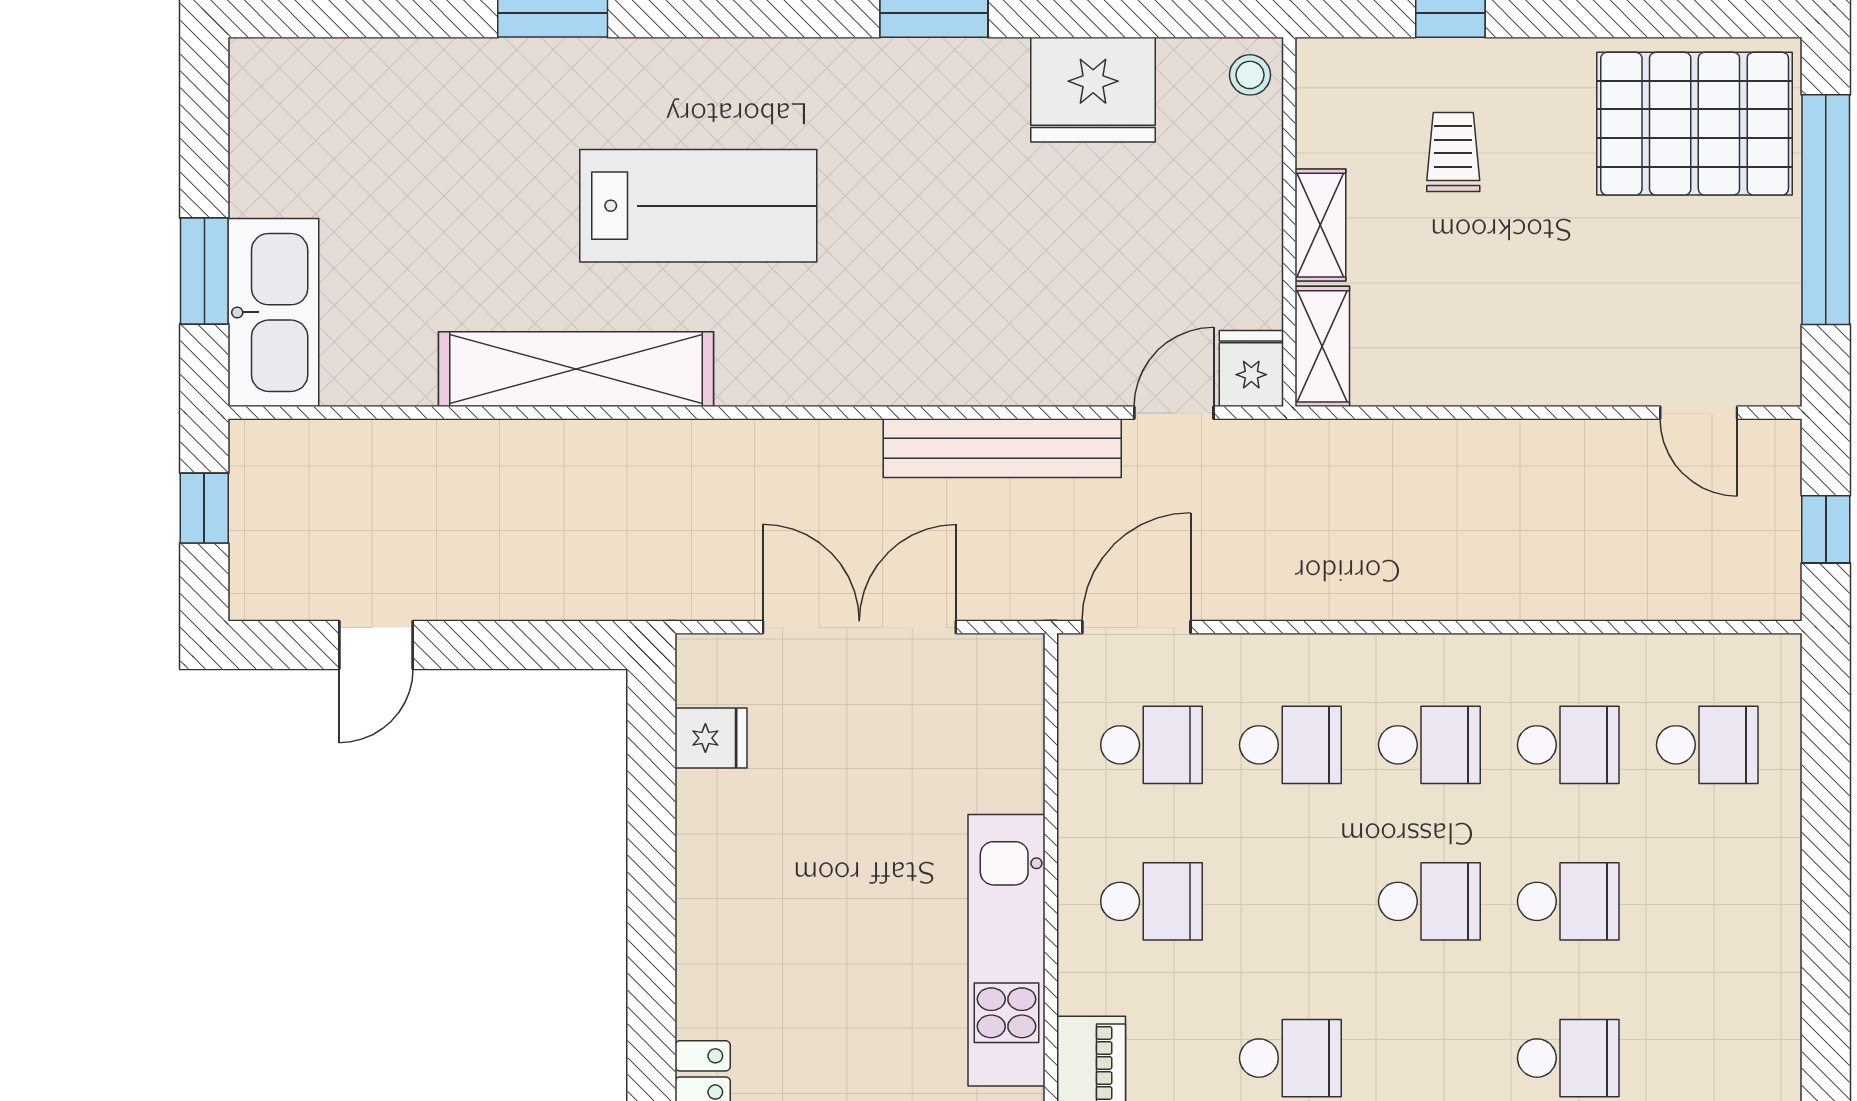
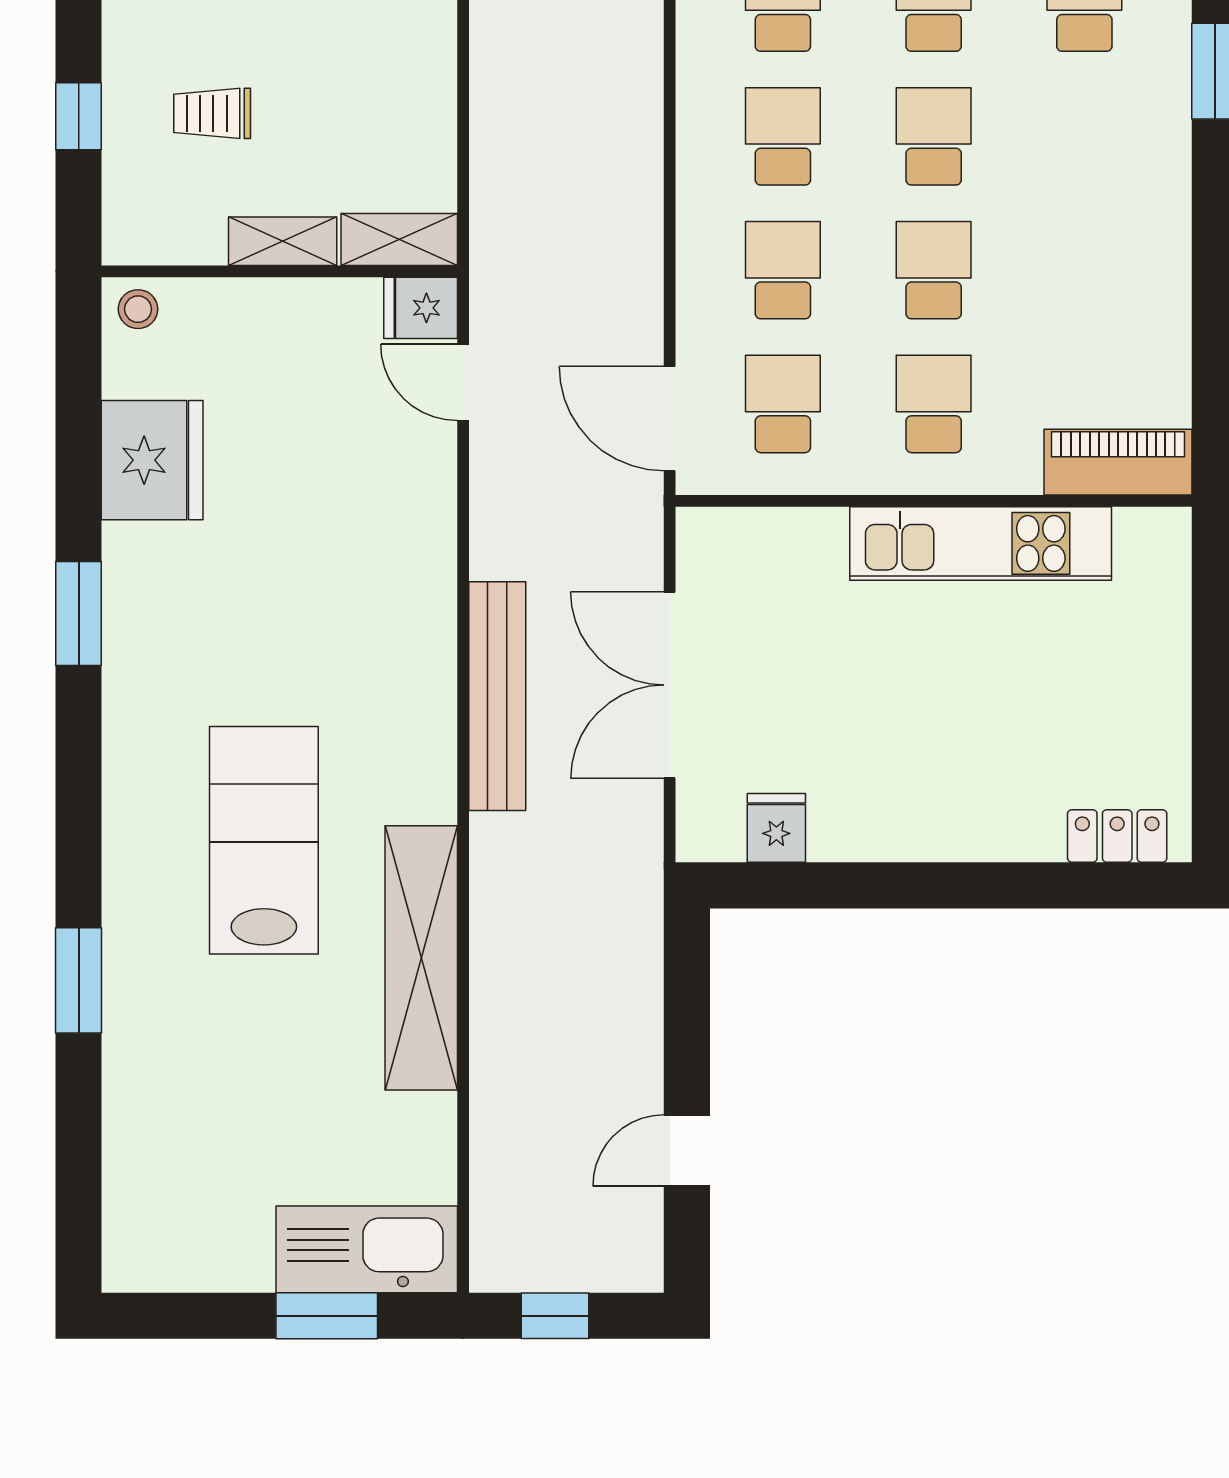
bench: (1002, 448) -> (497, 696), moved
door: (376, 645) -> (687, 1150), swing flipped
school desk: (1290, 1058) -> (934, 270), moved

